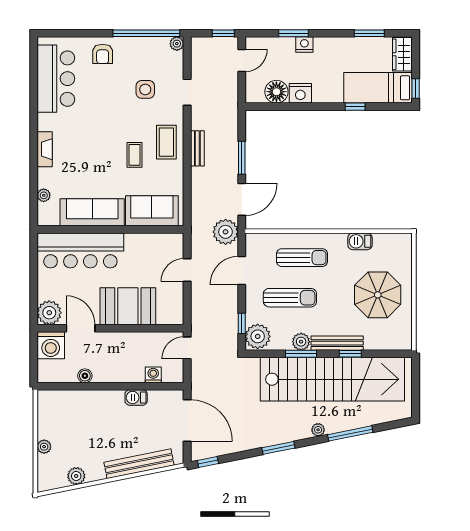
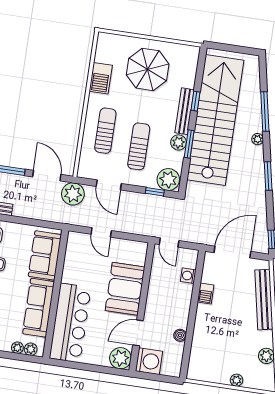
plant: (44, 210) -> (31, 349), added
barbecue: (360, 241) -> (101, 78), width x1.38, depth x1.27

